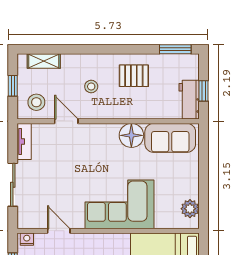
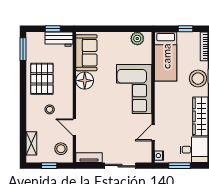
pallet: (134, 76) -> (42, 79), width x1.50, depth x1.42
door: (66, 121) -> (74, 127), hinge flipped

